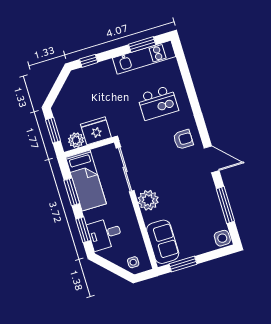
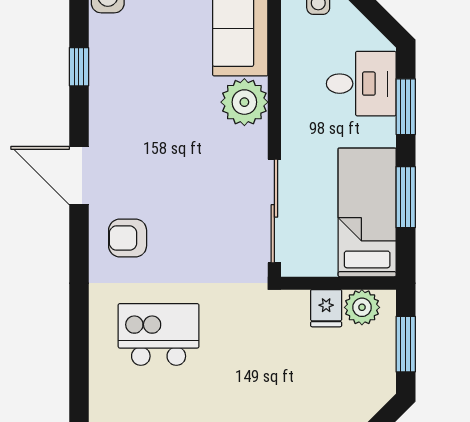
fridge: (96, 131) -> (326, 308), width x0.53, depth x0.75
plant: (148, 200) -> (244, 102), moved
window: (225, 205) -> (79, 67), width x0.46

